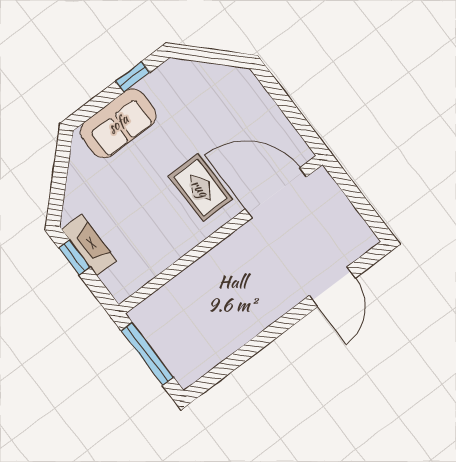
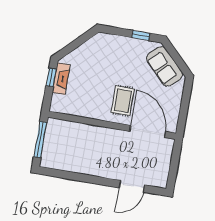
sofa: (118, 123) -> (164, 66), moved, turned 45

